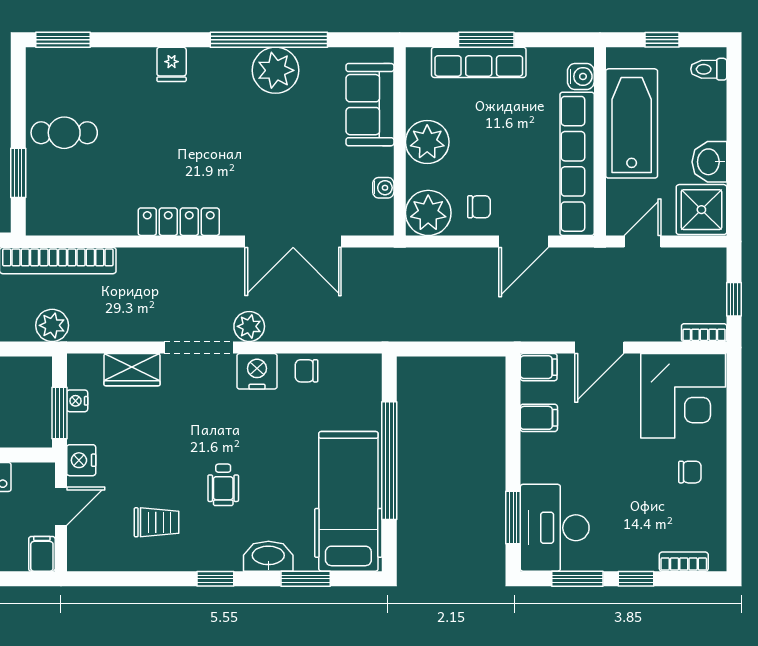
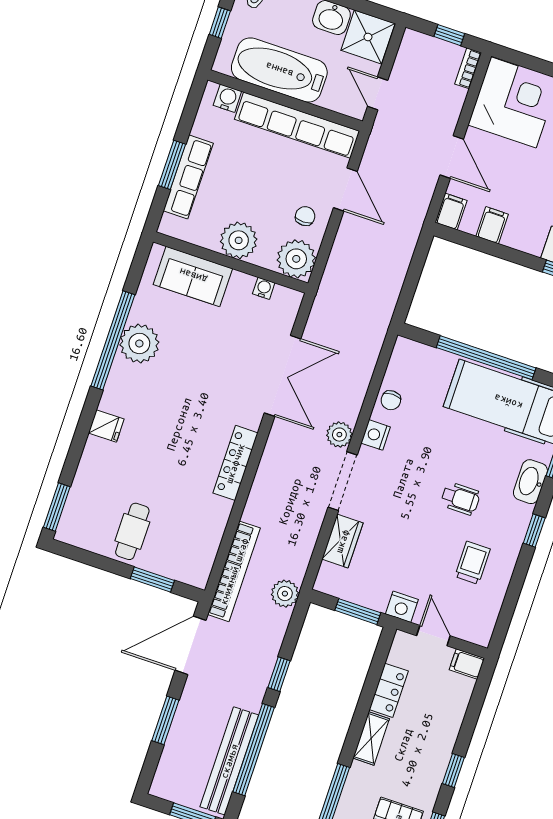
nightstand: (257, 371) -> (376, 435), width x0.74, depth x0.75
nightstand: (77, 401) -> (353, 594), removed

